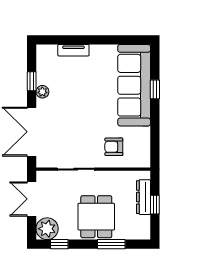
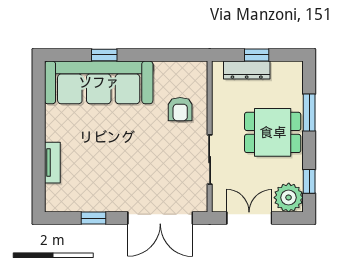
plant: (42, 92) -> (107, 204), removed
double door: (32, 199) -> (249, 218), swing flipped

